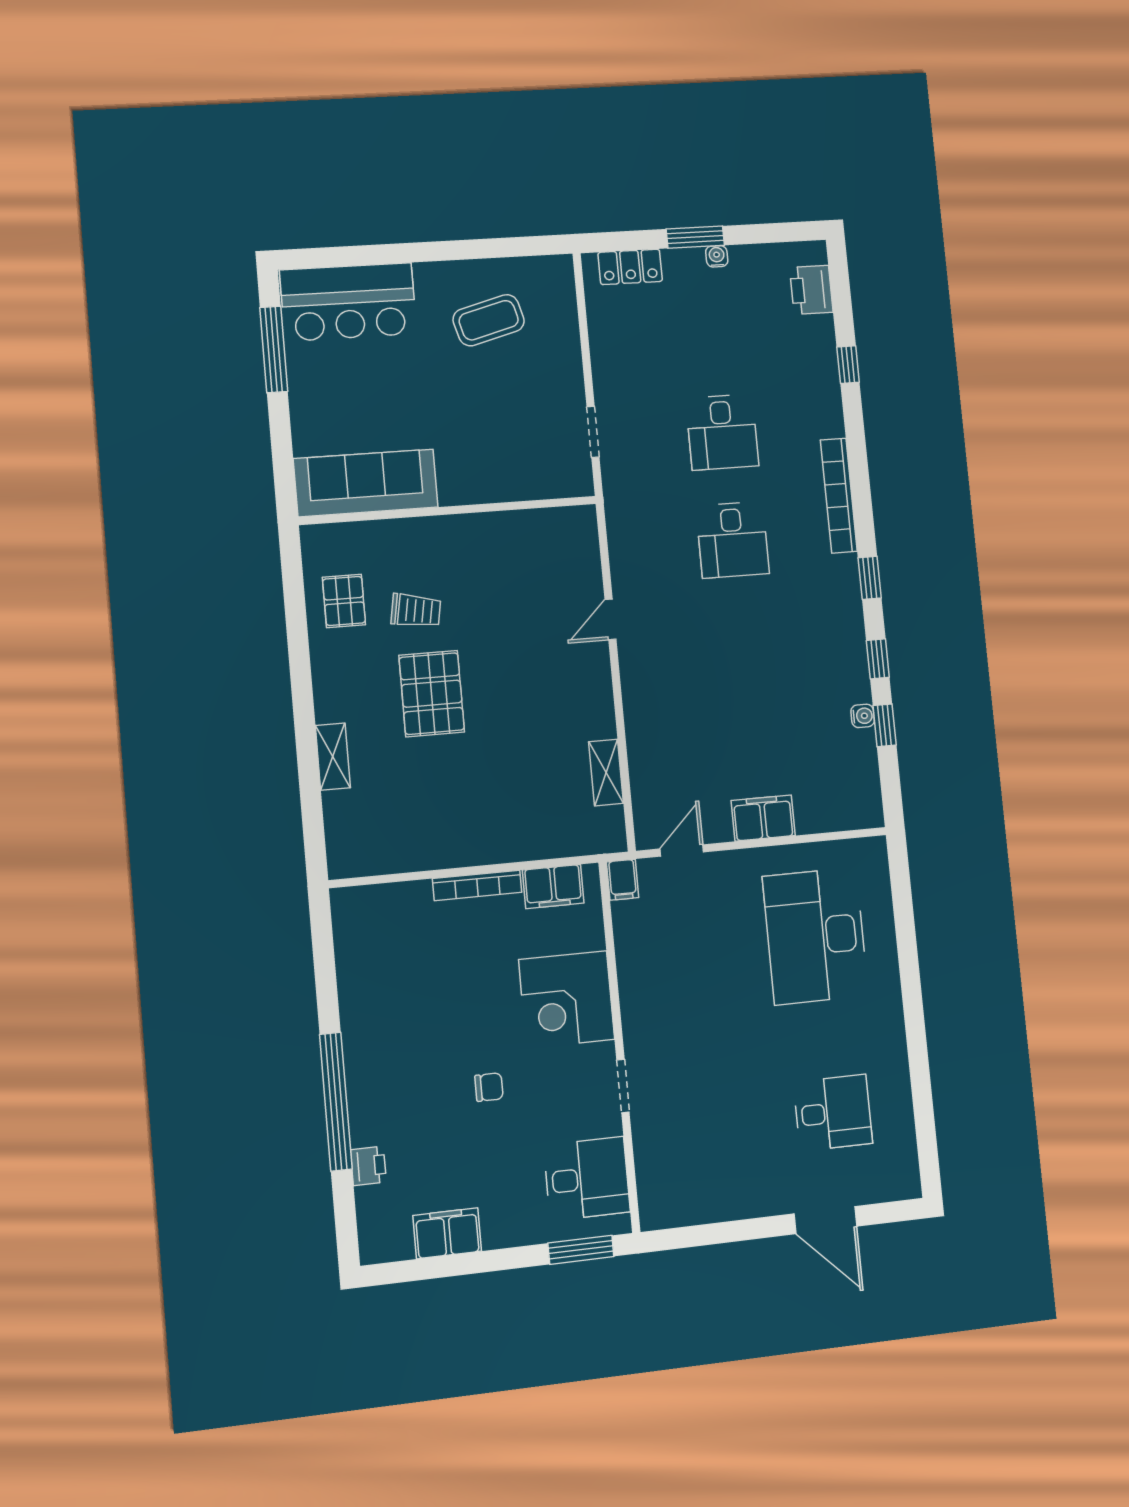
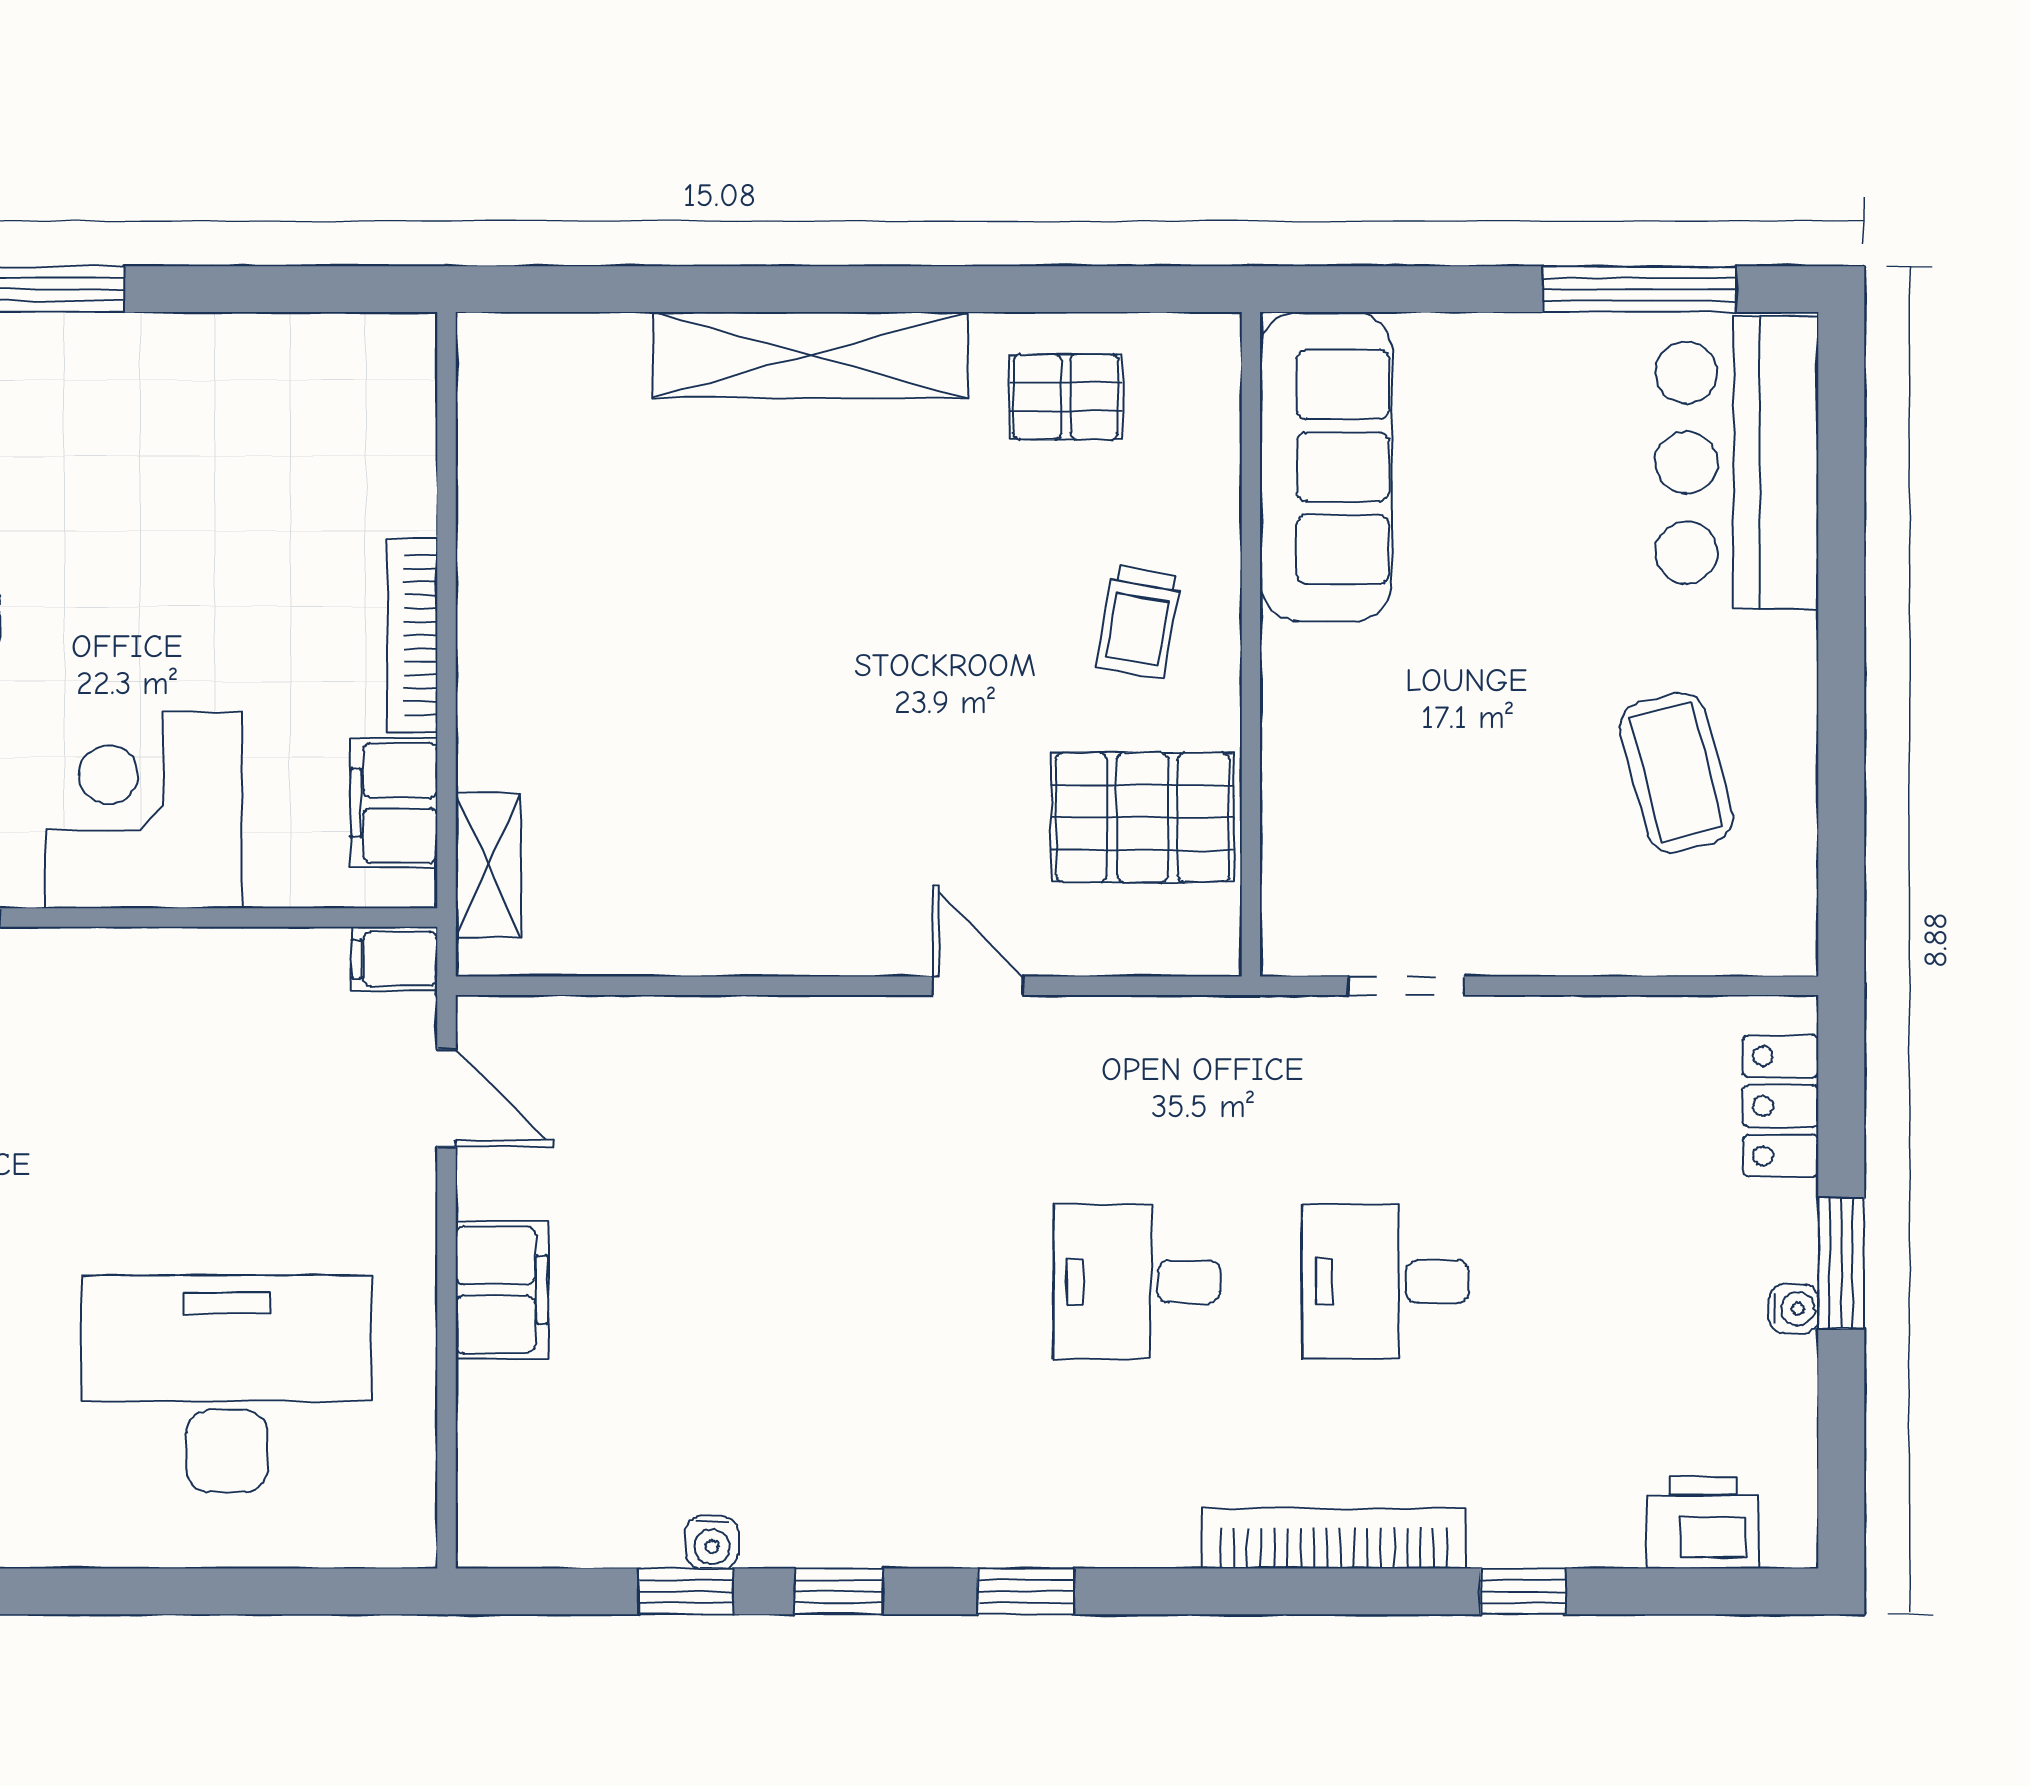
bookcase: (839, 496) -> (1334, 1539), moved
trolley: (416, 611) -> (1139, 622), moved
pallet: (432, 694) -> (1142, 817), moved
shelving: (333, 757) -> (810, 355), width x2.20, depth x1.33
shelving: (606, 773) -> (488, 865), moved, turned 90

